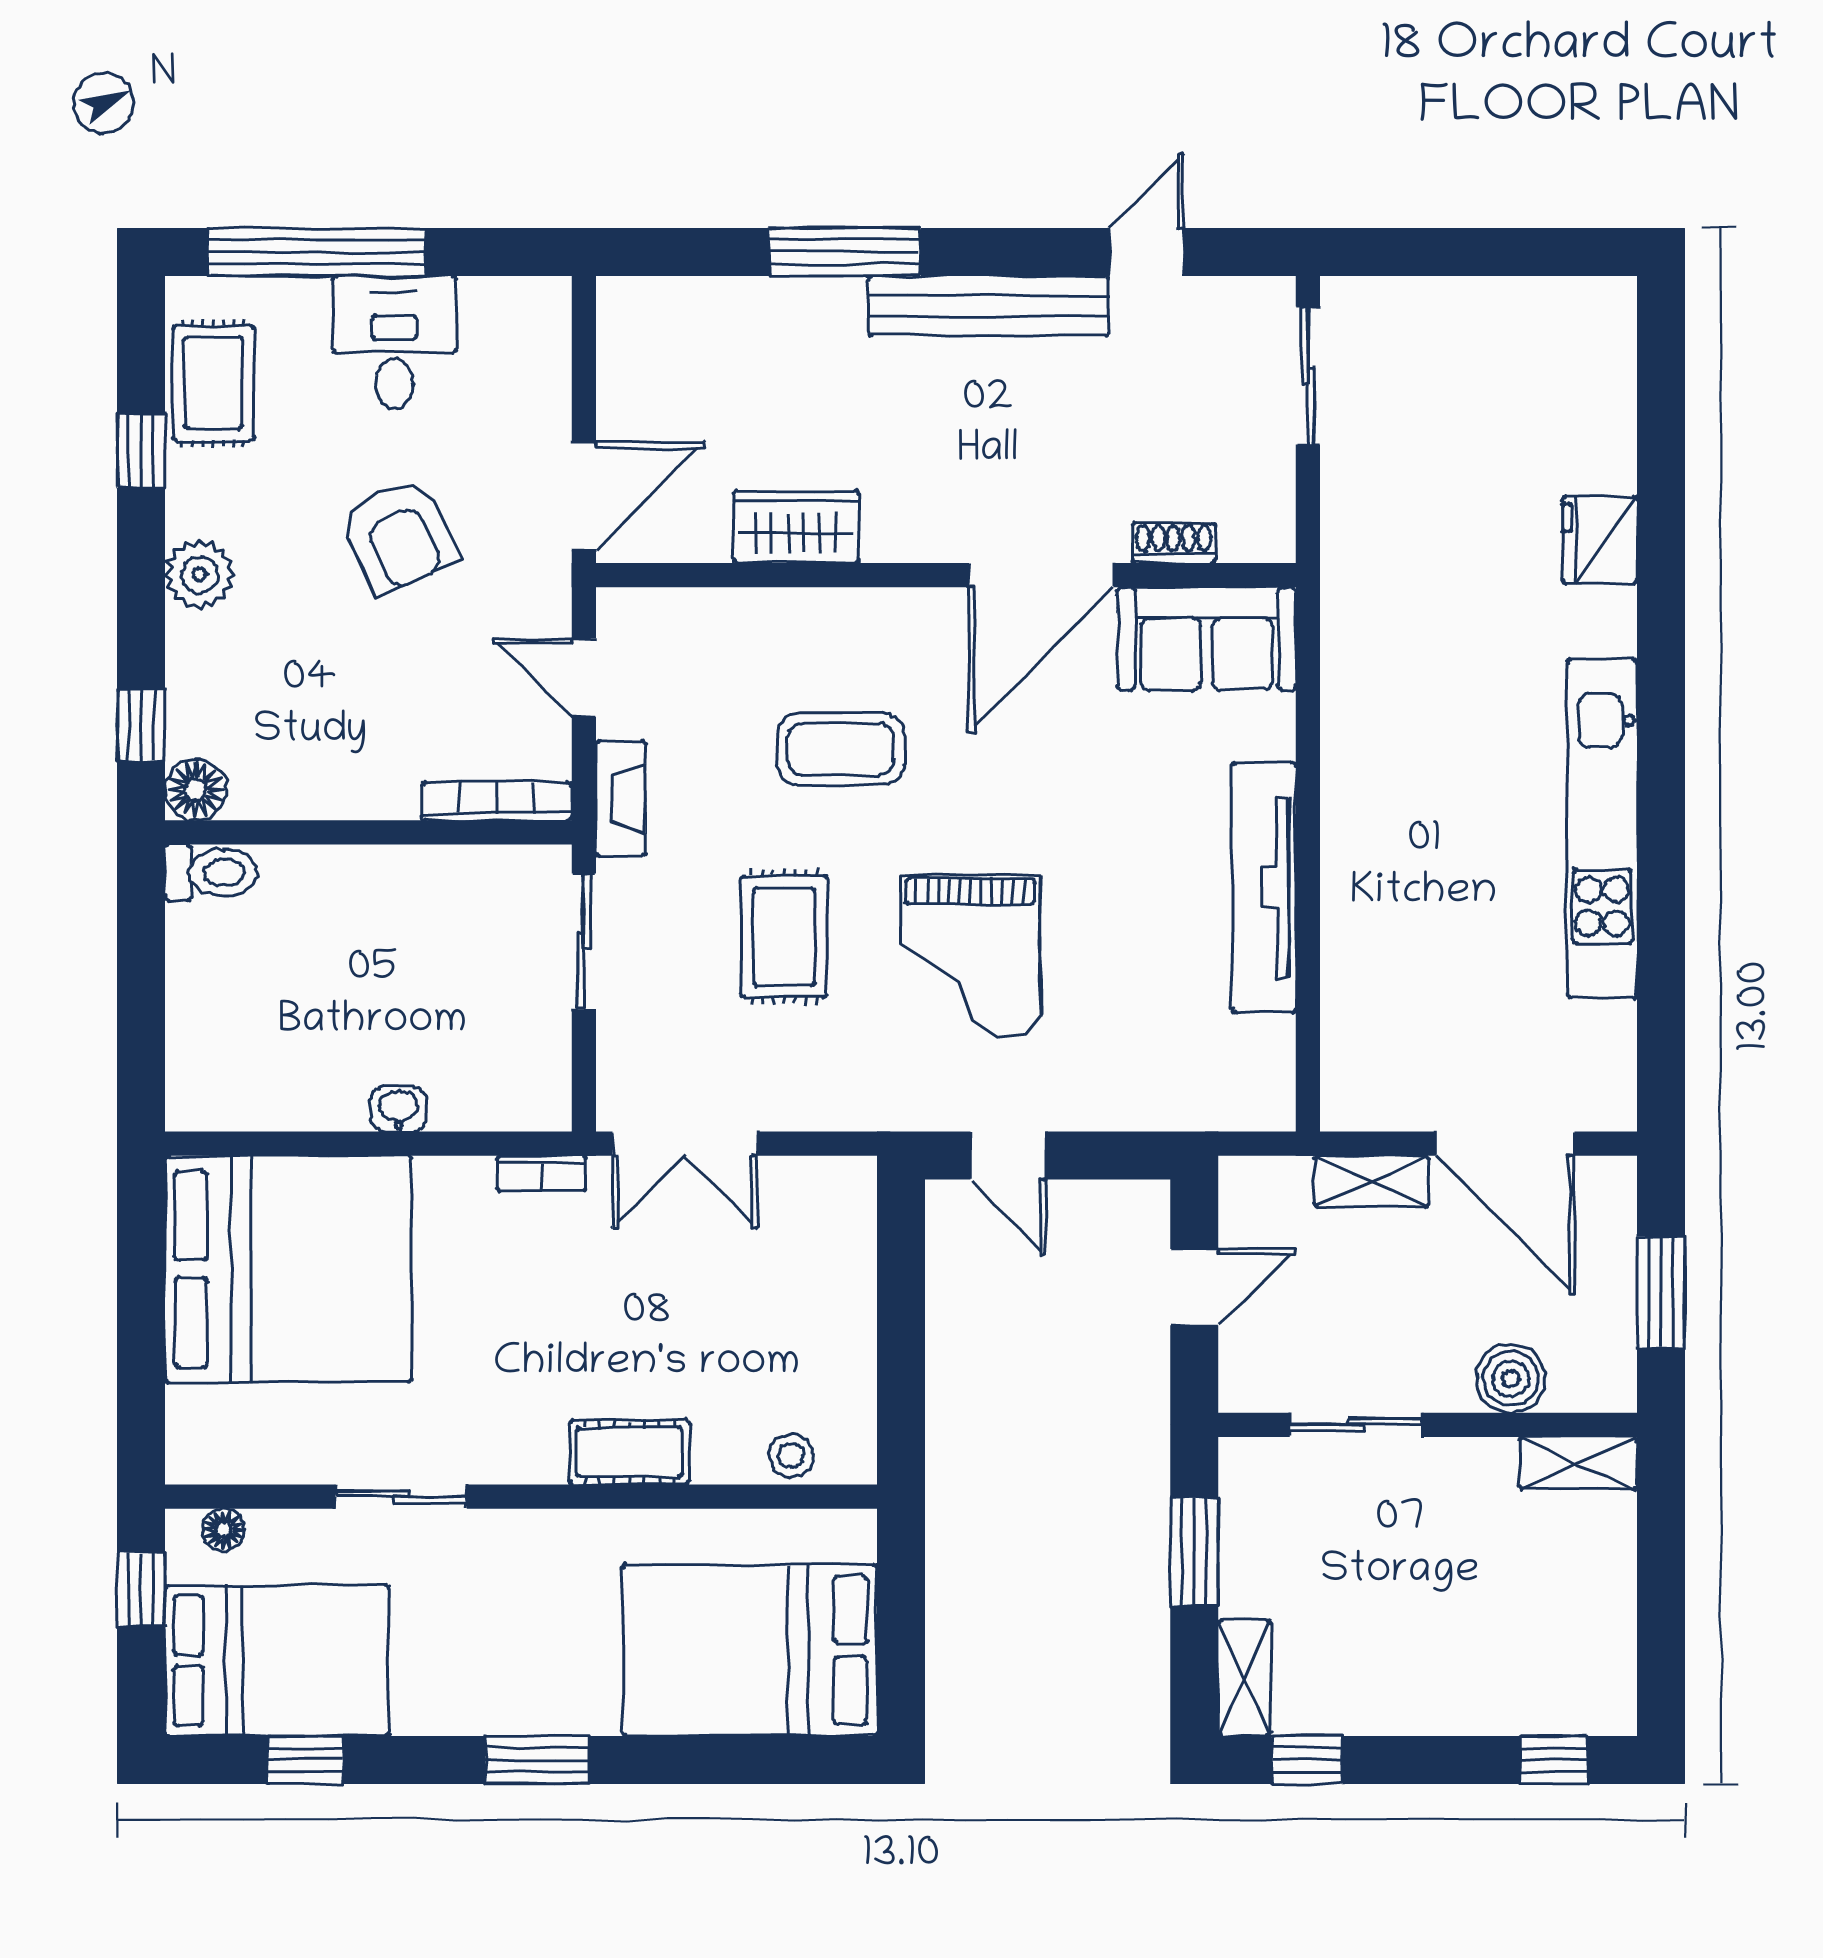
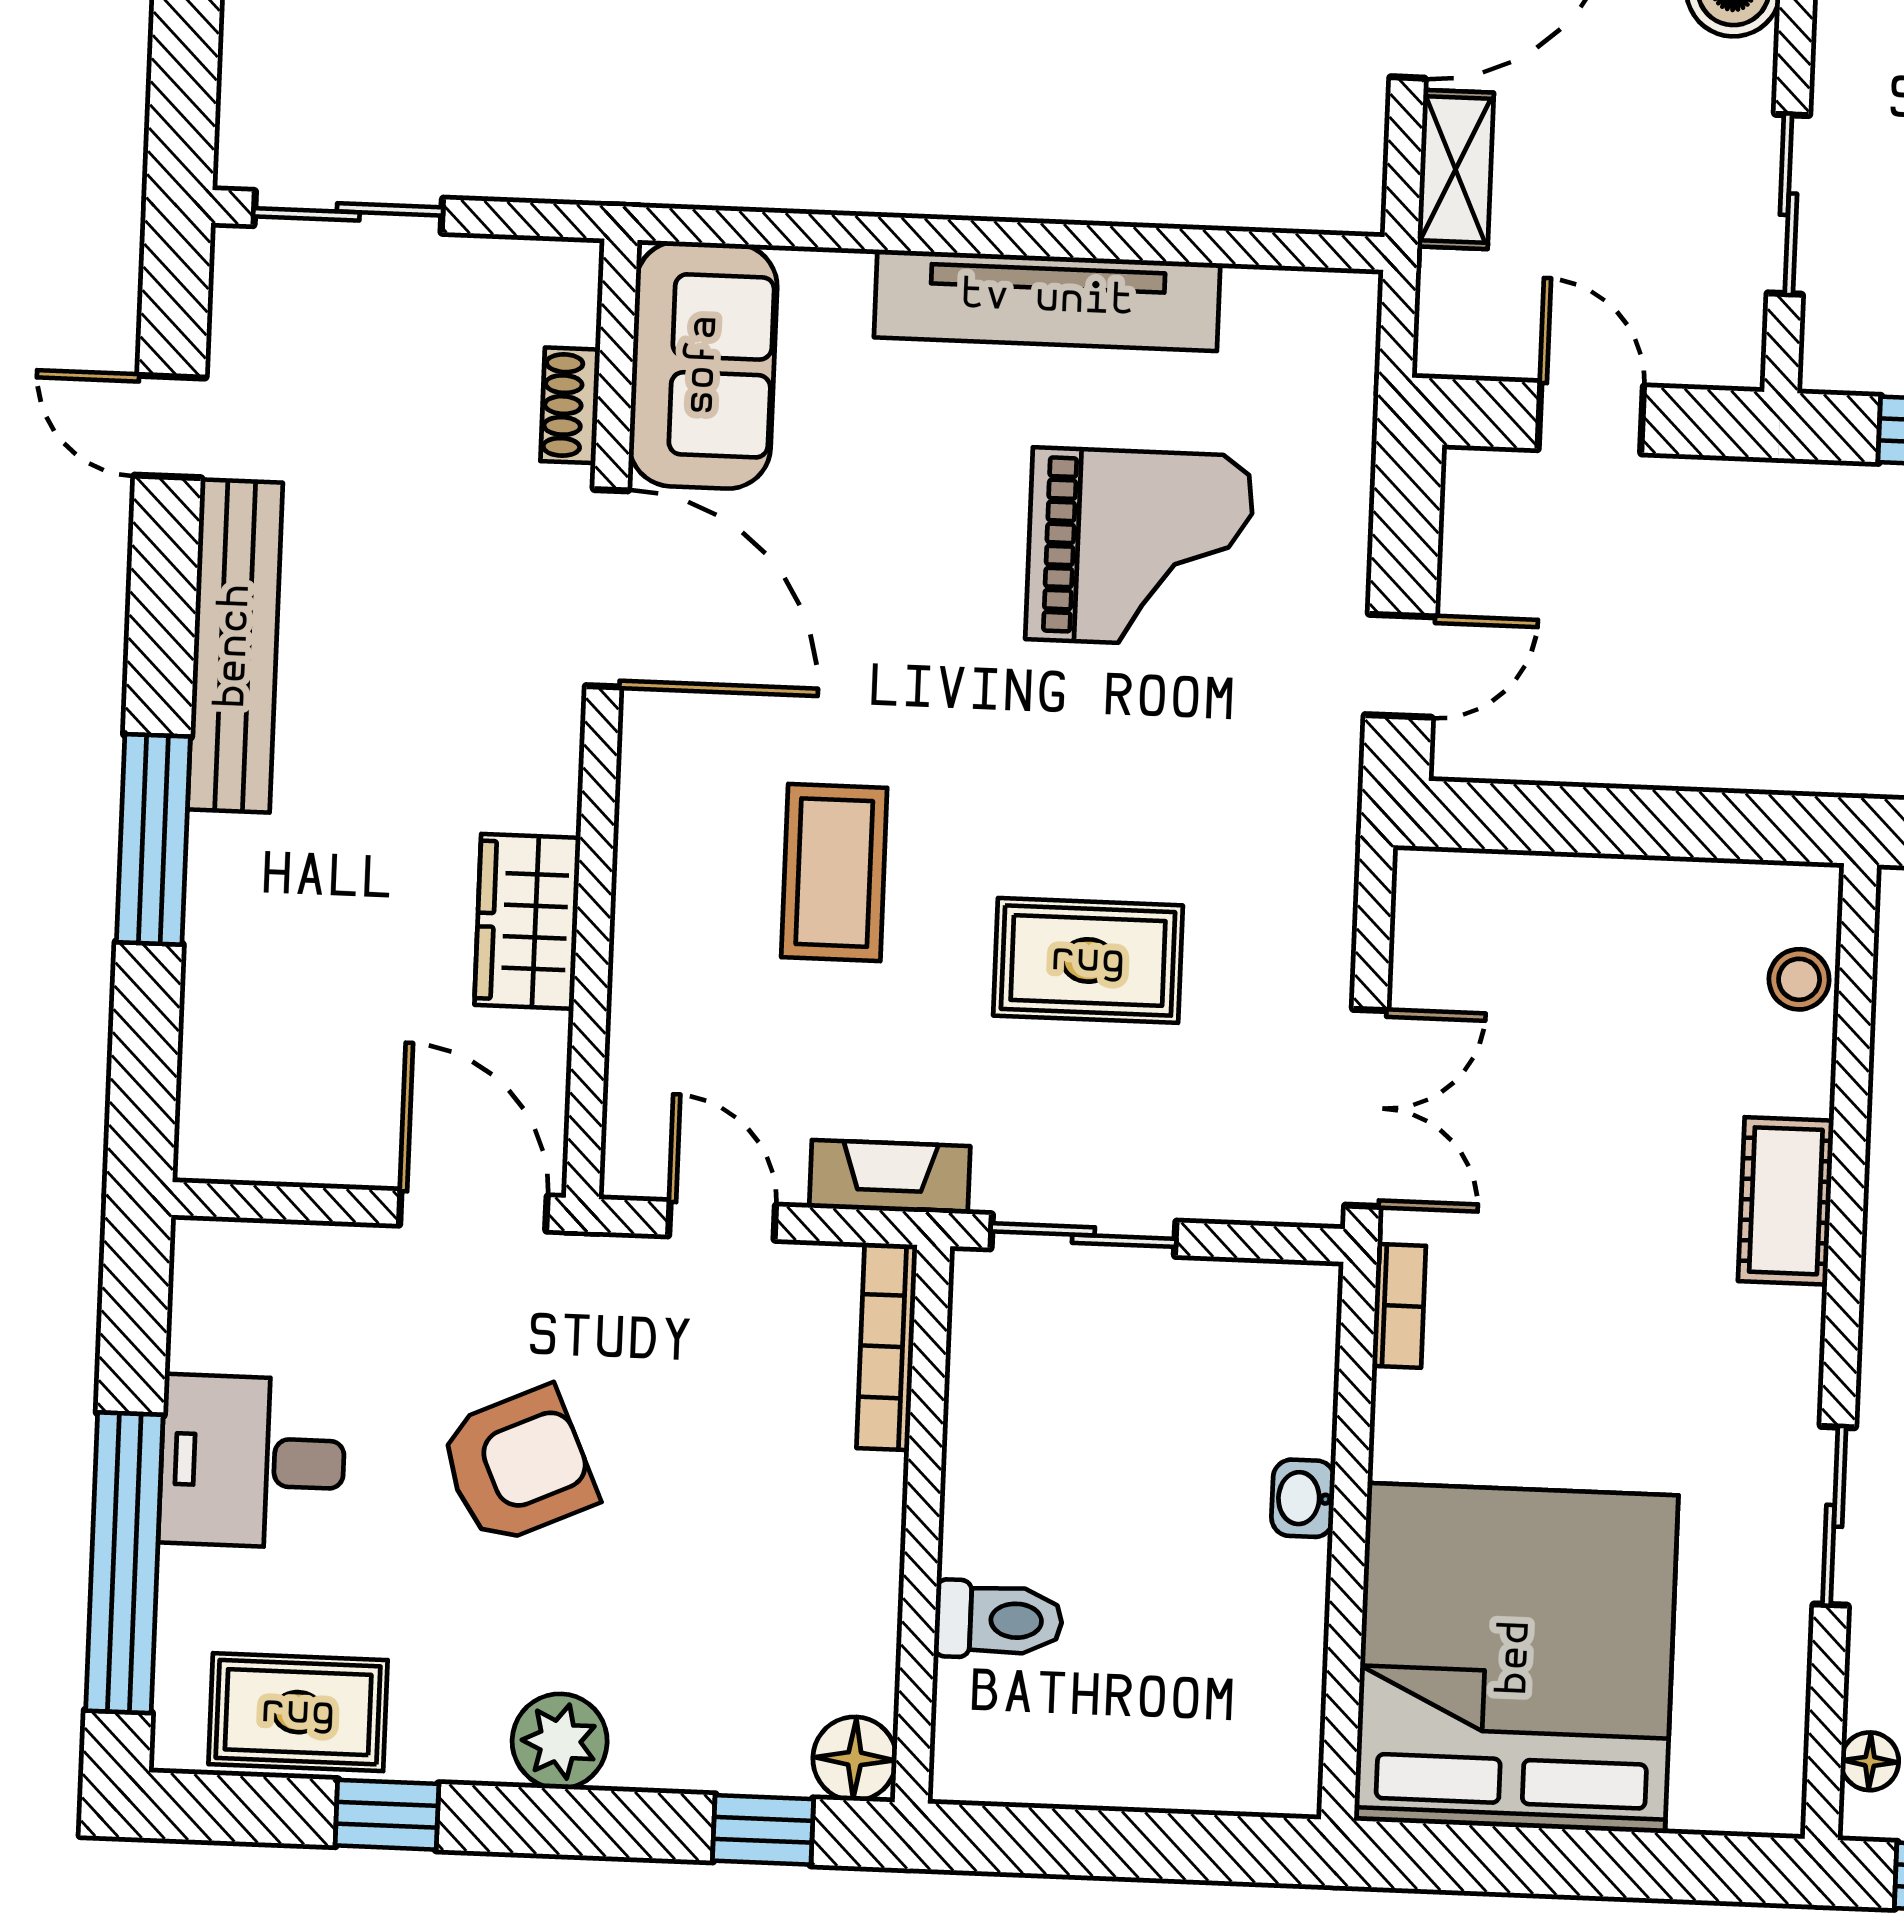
door: (584, 677) -> (722, 1221), swing flipped
toilet: (211, 872) -> (998, 1620), moved, turned 90
grand piano: (970, 956) -> (1140, 548), moved

